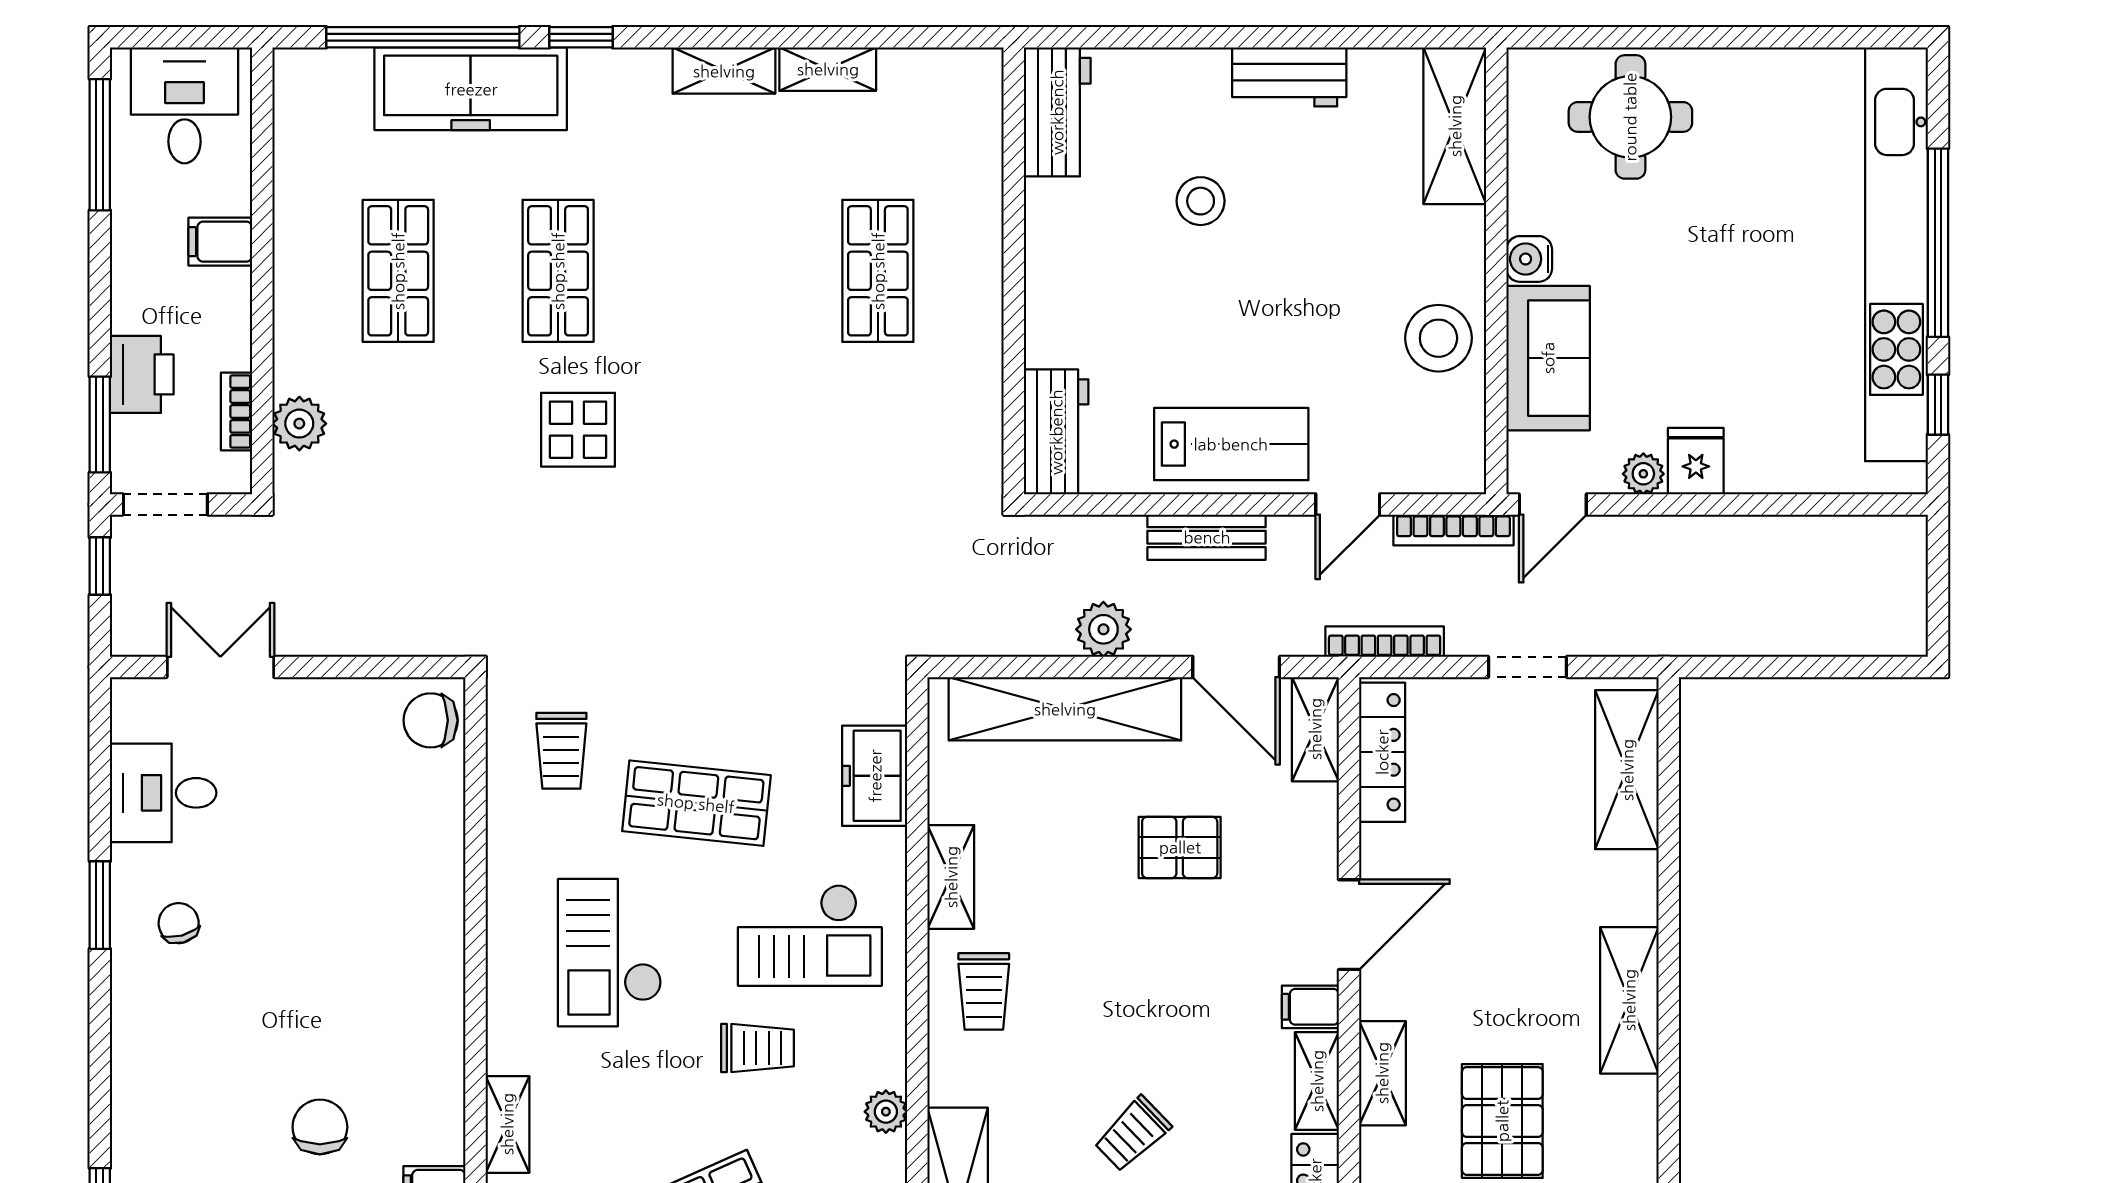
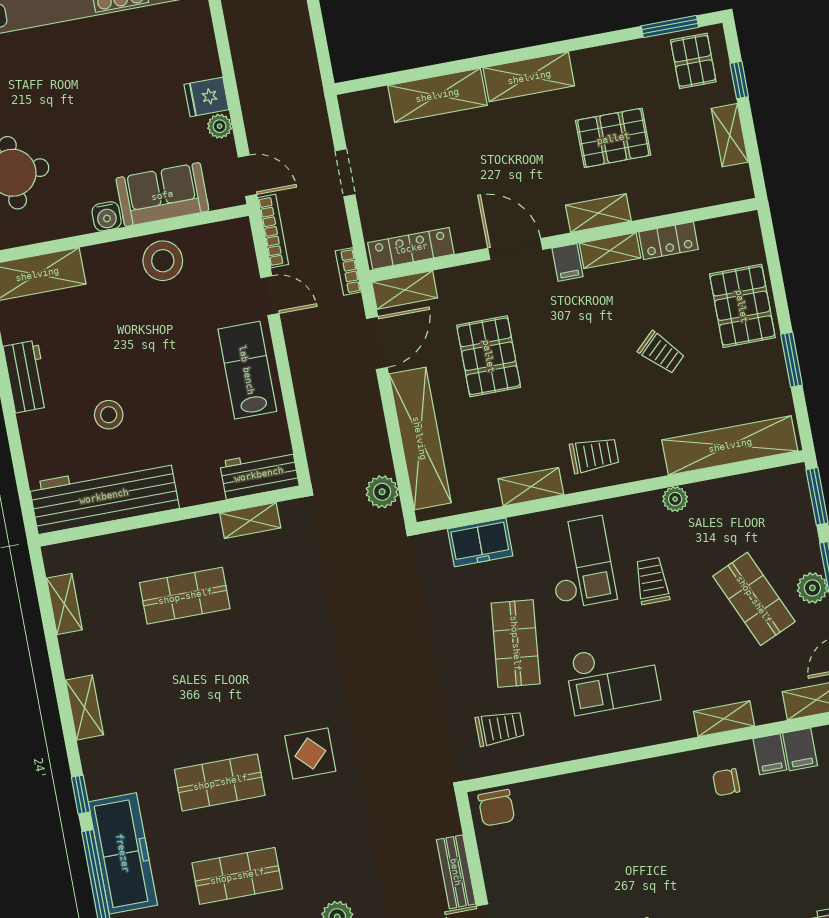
shelving: (828, 69) -> (64, 604), moved
workbench: (1057, 112) -> (104, 496), width x1.88, depth x1.32
shelving: (982, 402) -> (250, 520), added
bench: (1207, 537) -> (456, 872), moved
plant: (1103, 629) -> (382, 492), moved
bookcase: (1385, 642) -> (348, 271), width x0.64
shelving: (1627, 770) -> (437, 95), moved
pallet: (1180, 847) -> (489, 356), width x1.50, depth x1.42
chair: (320, 1127) -> (726, 782), moved, width x0.73, depth x0.73

